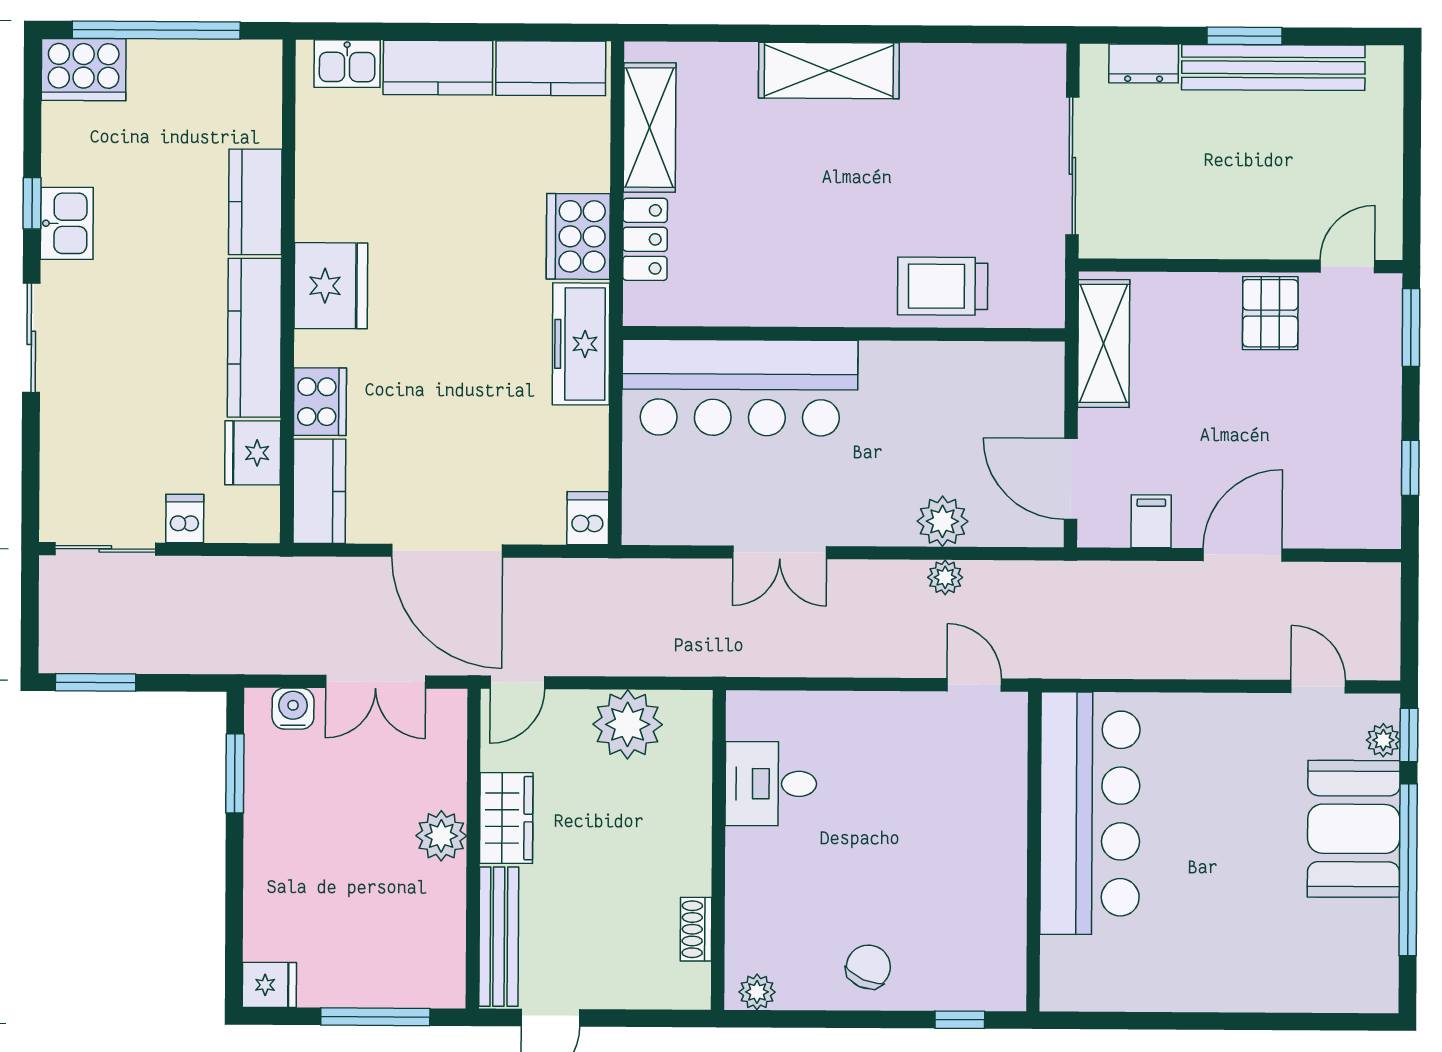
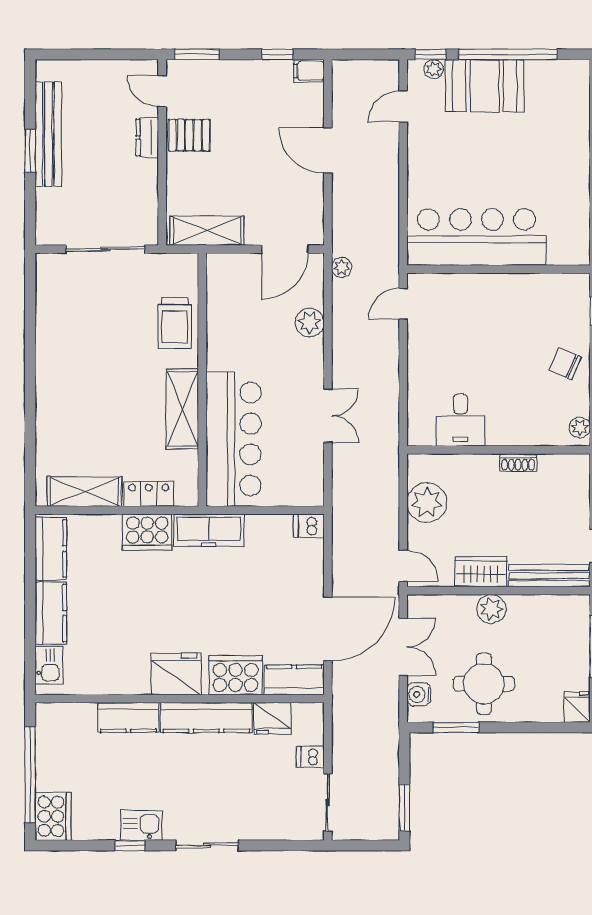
dresser: (1144, 64) -> (147, 138), moved, turned 180
shelving: (829, 70) -> (182, 409), moved
cooker: (320, 402) -> (235, 675), width x1.37, depth x1.31
filing cabinet: (1151, 521) -> (309, 71), moved
door: (447, 551) -> (328, 629), moved
plant: (945, 577) -> (342, 267), moved
round table: (311, 822) -> (484, 684), added
shoe rack: (696, 929) -> (518, 463), moved

